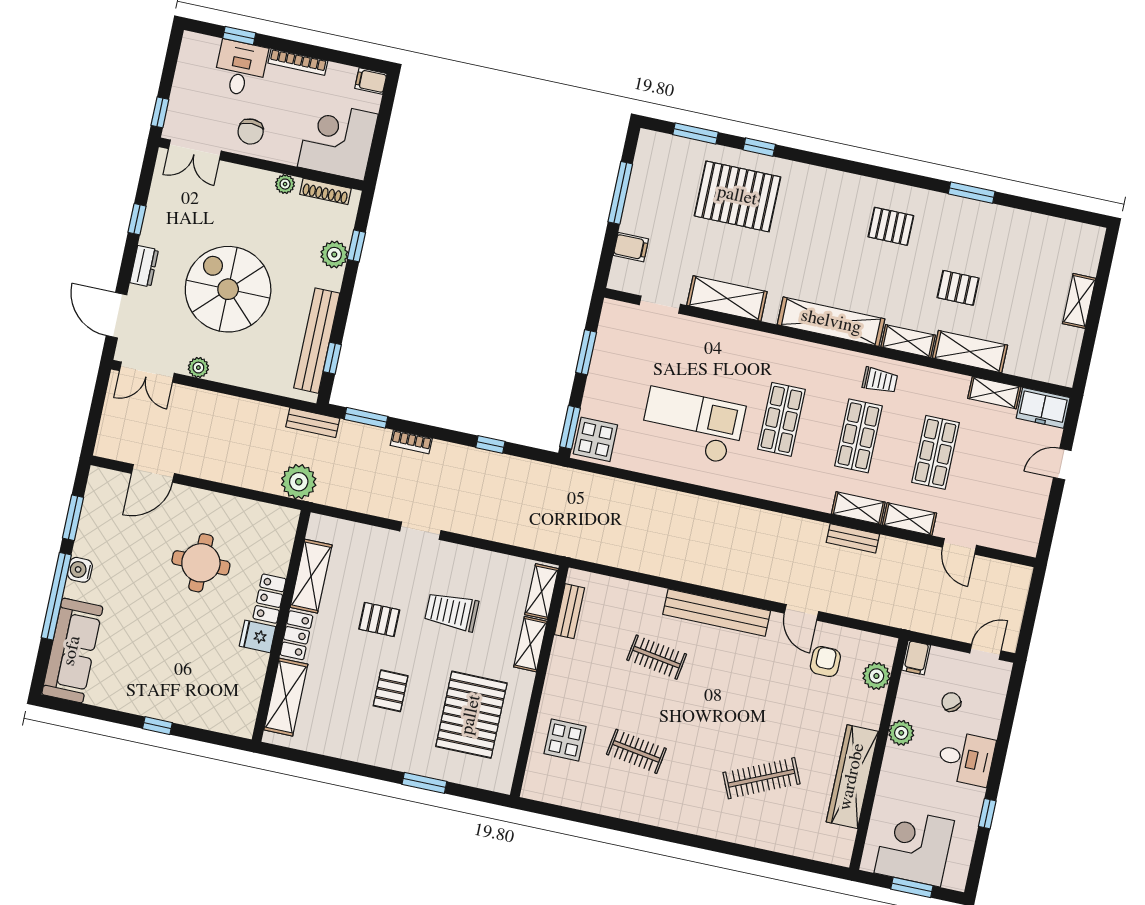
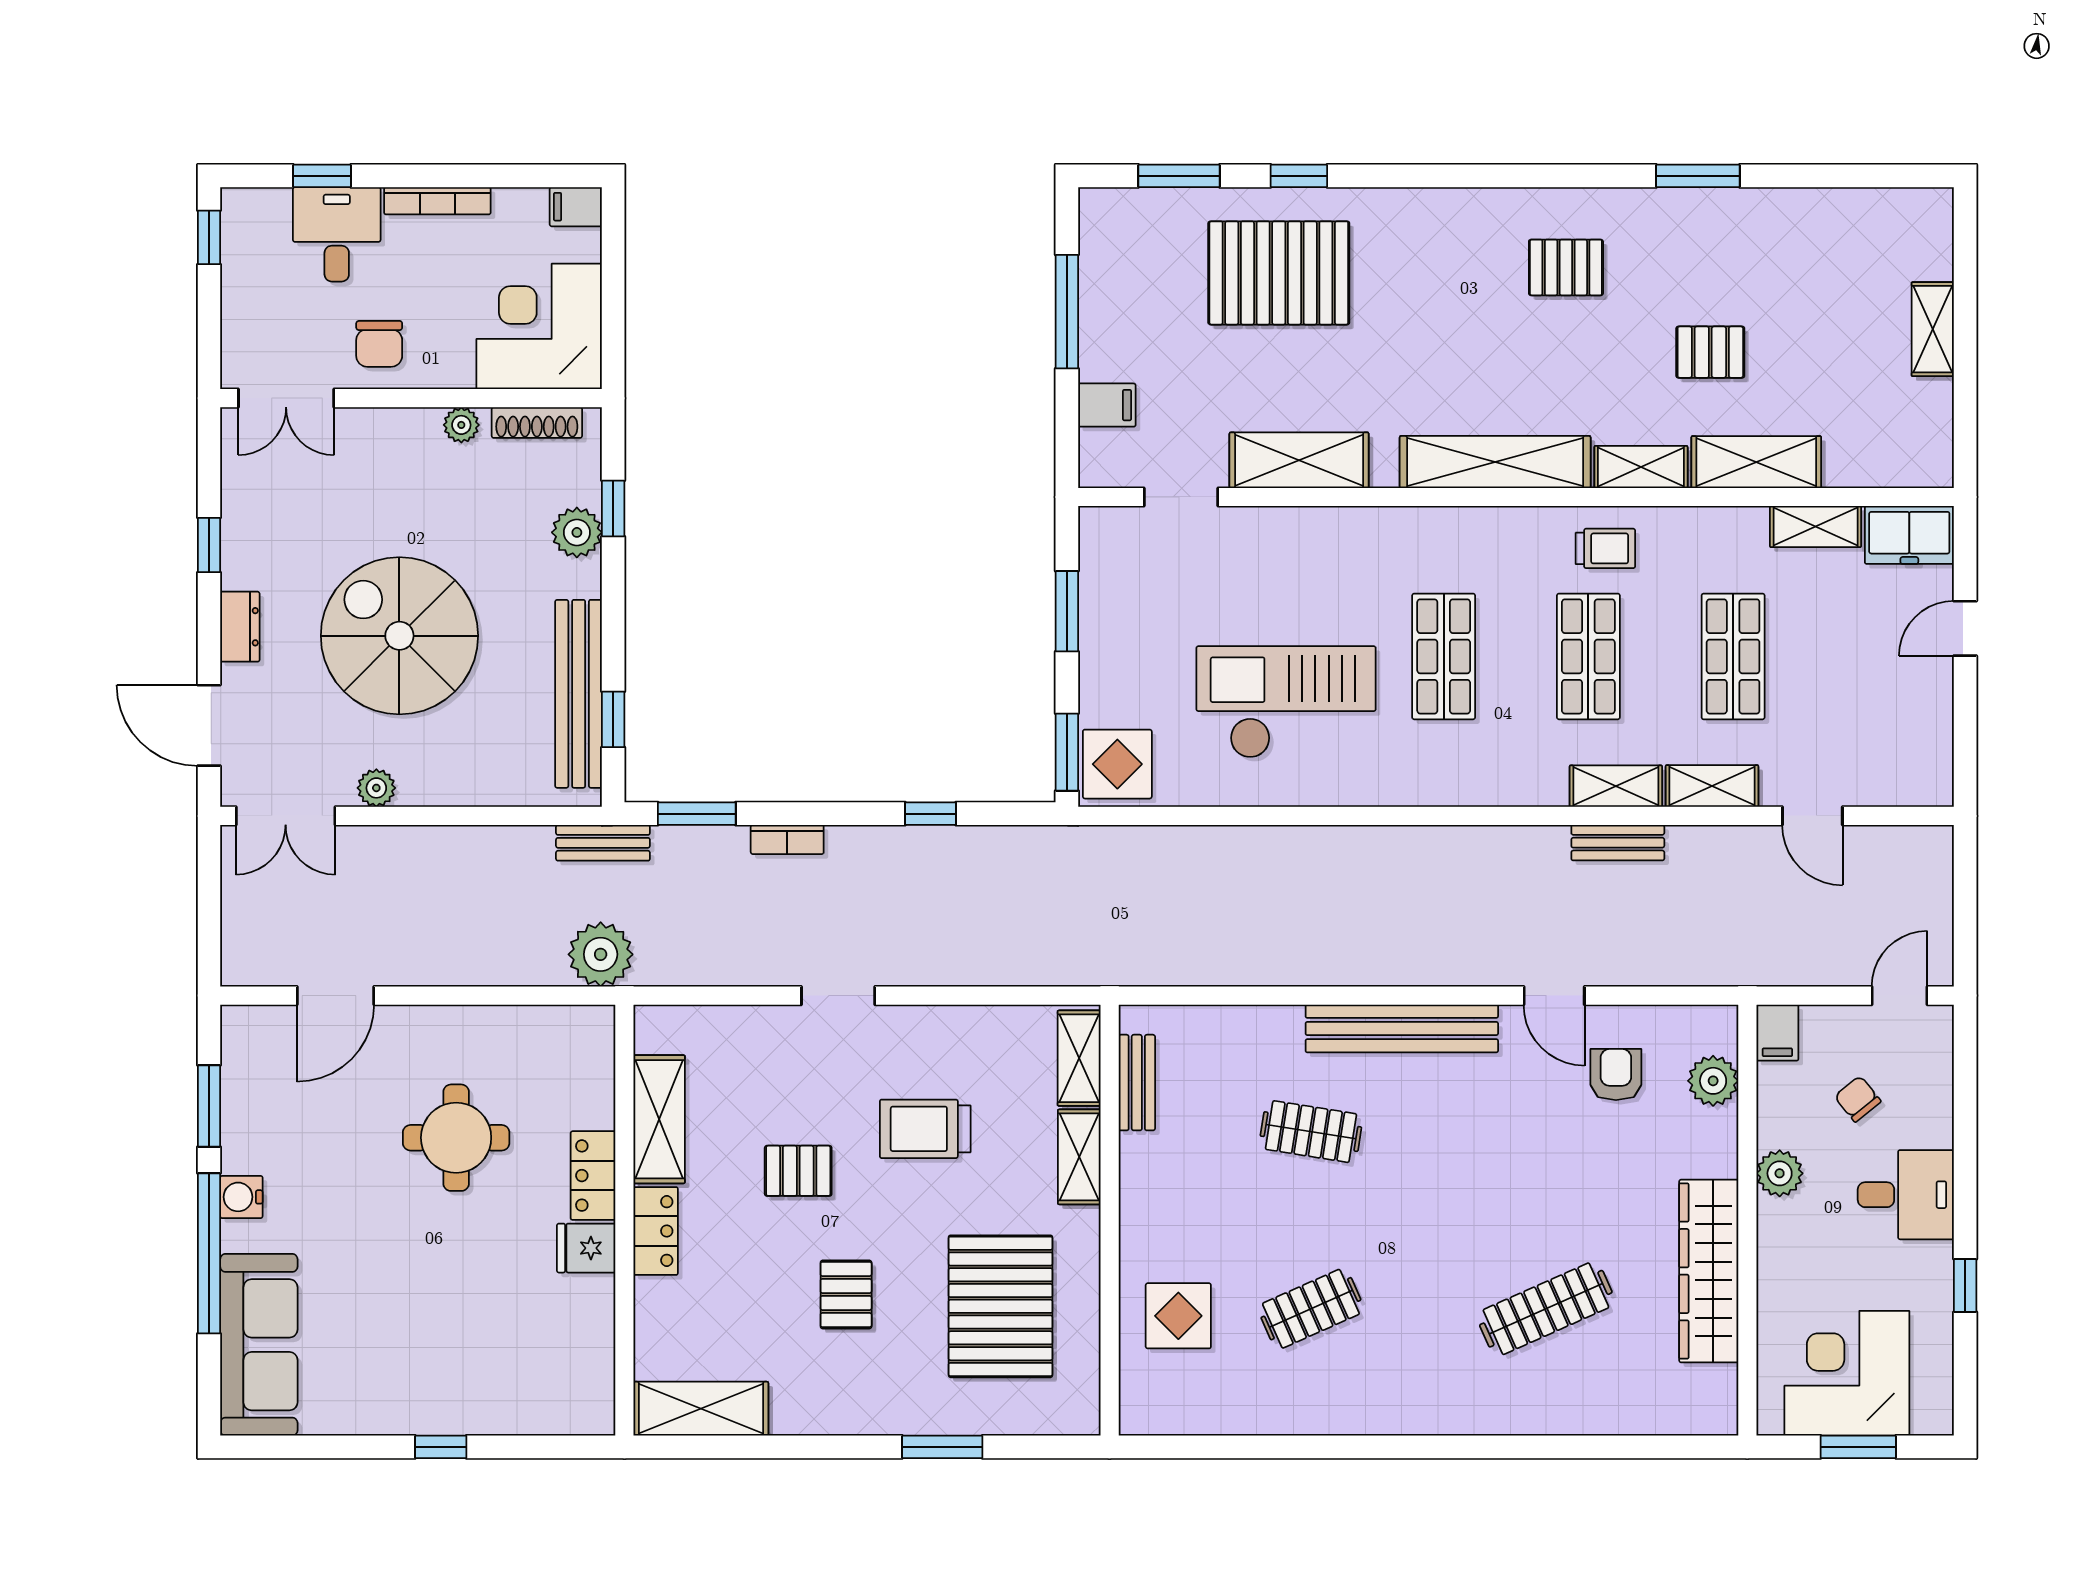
window: (160, 112) -> (209, 237), moved
shelving: (286, 697) -> (701, 1409), moved, turned 90
clothes rail: (636, 751) -> (1311, 1309), turned -33

